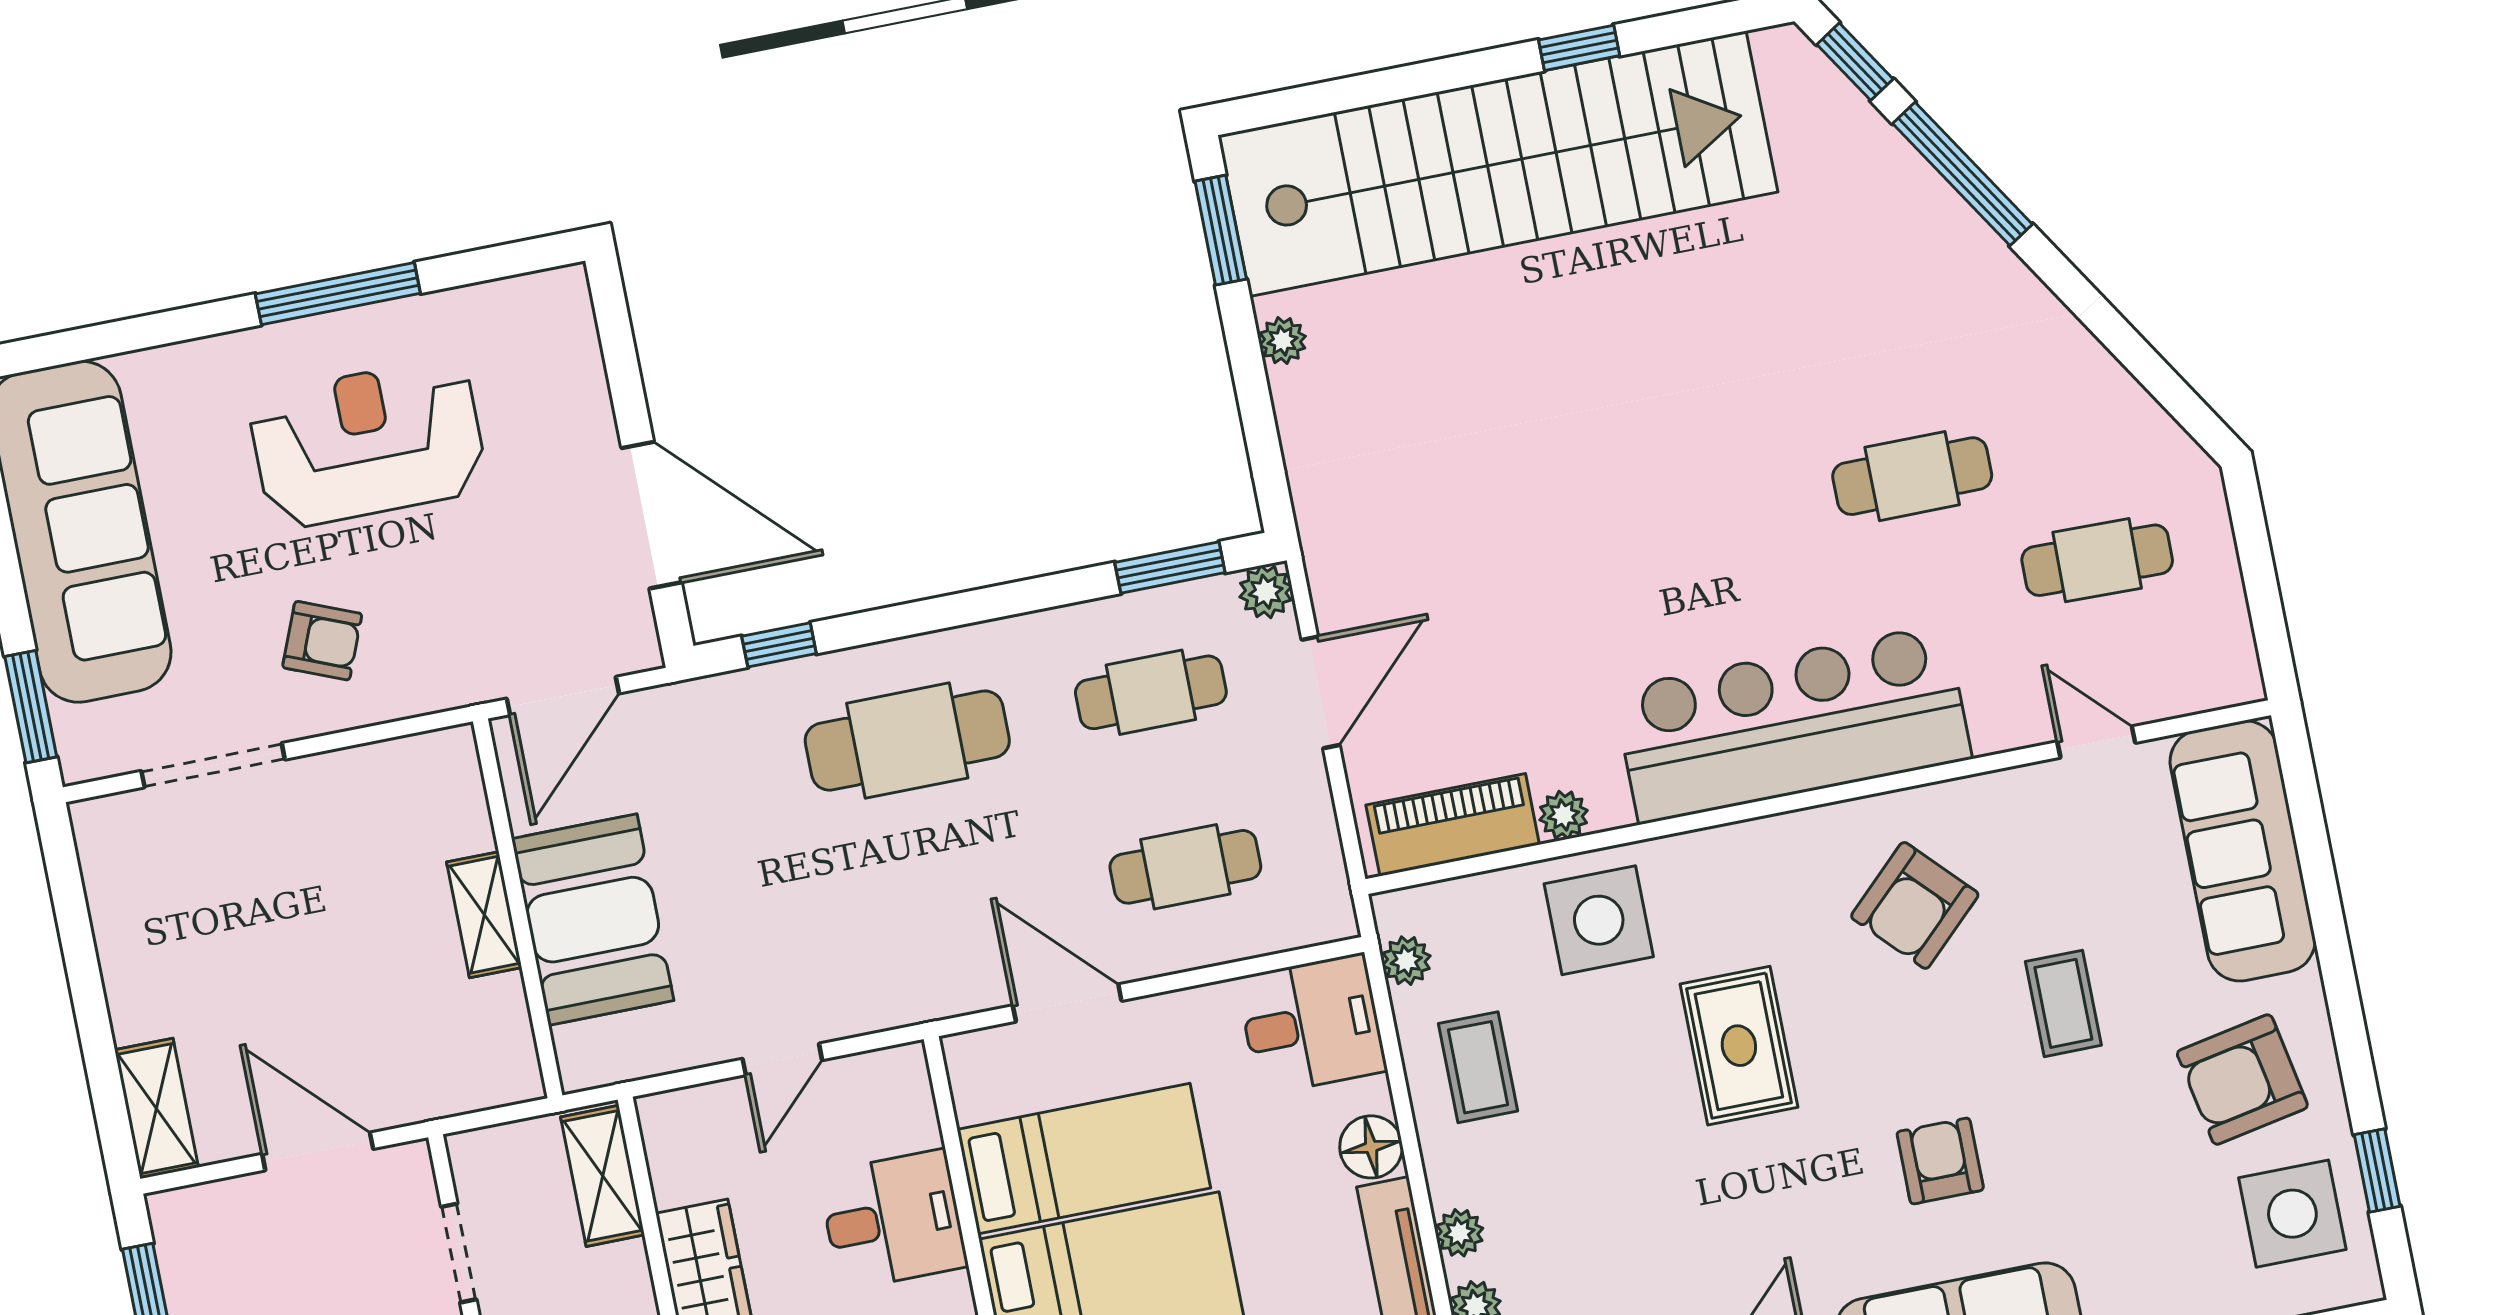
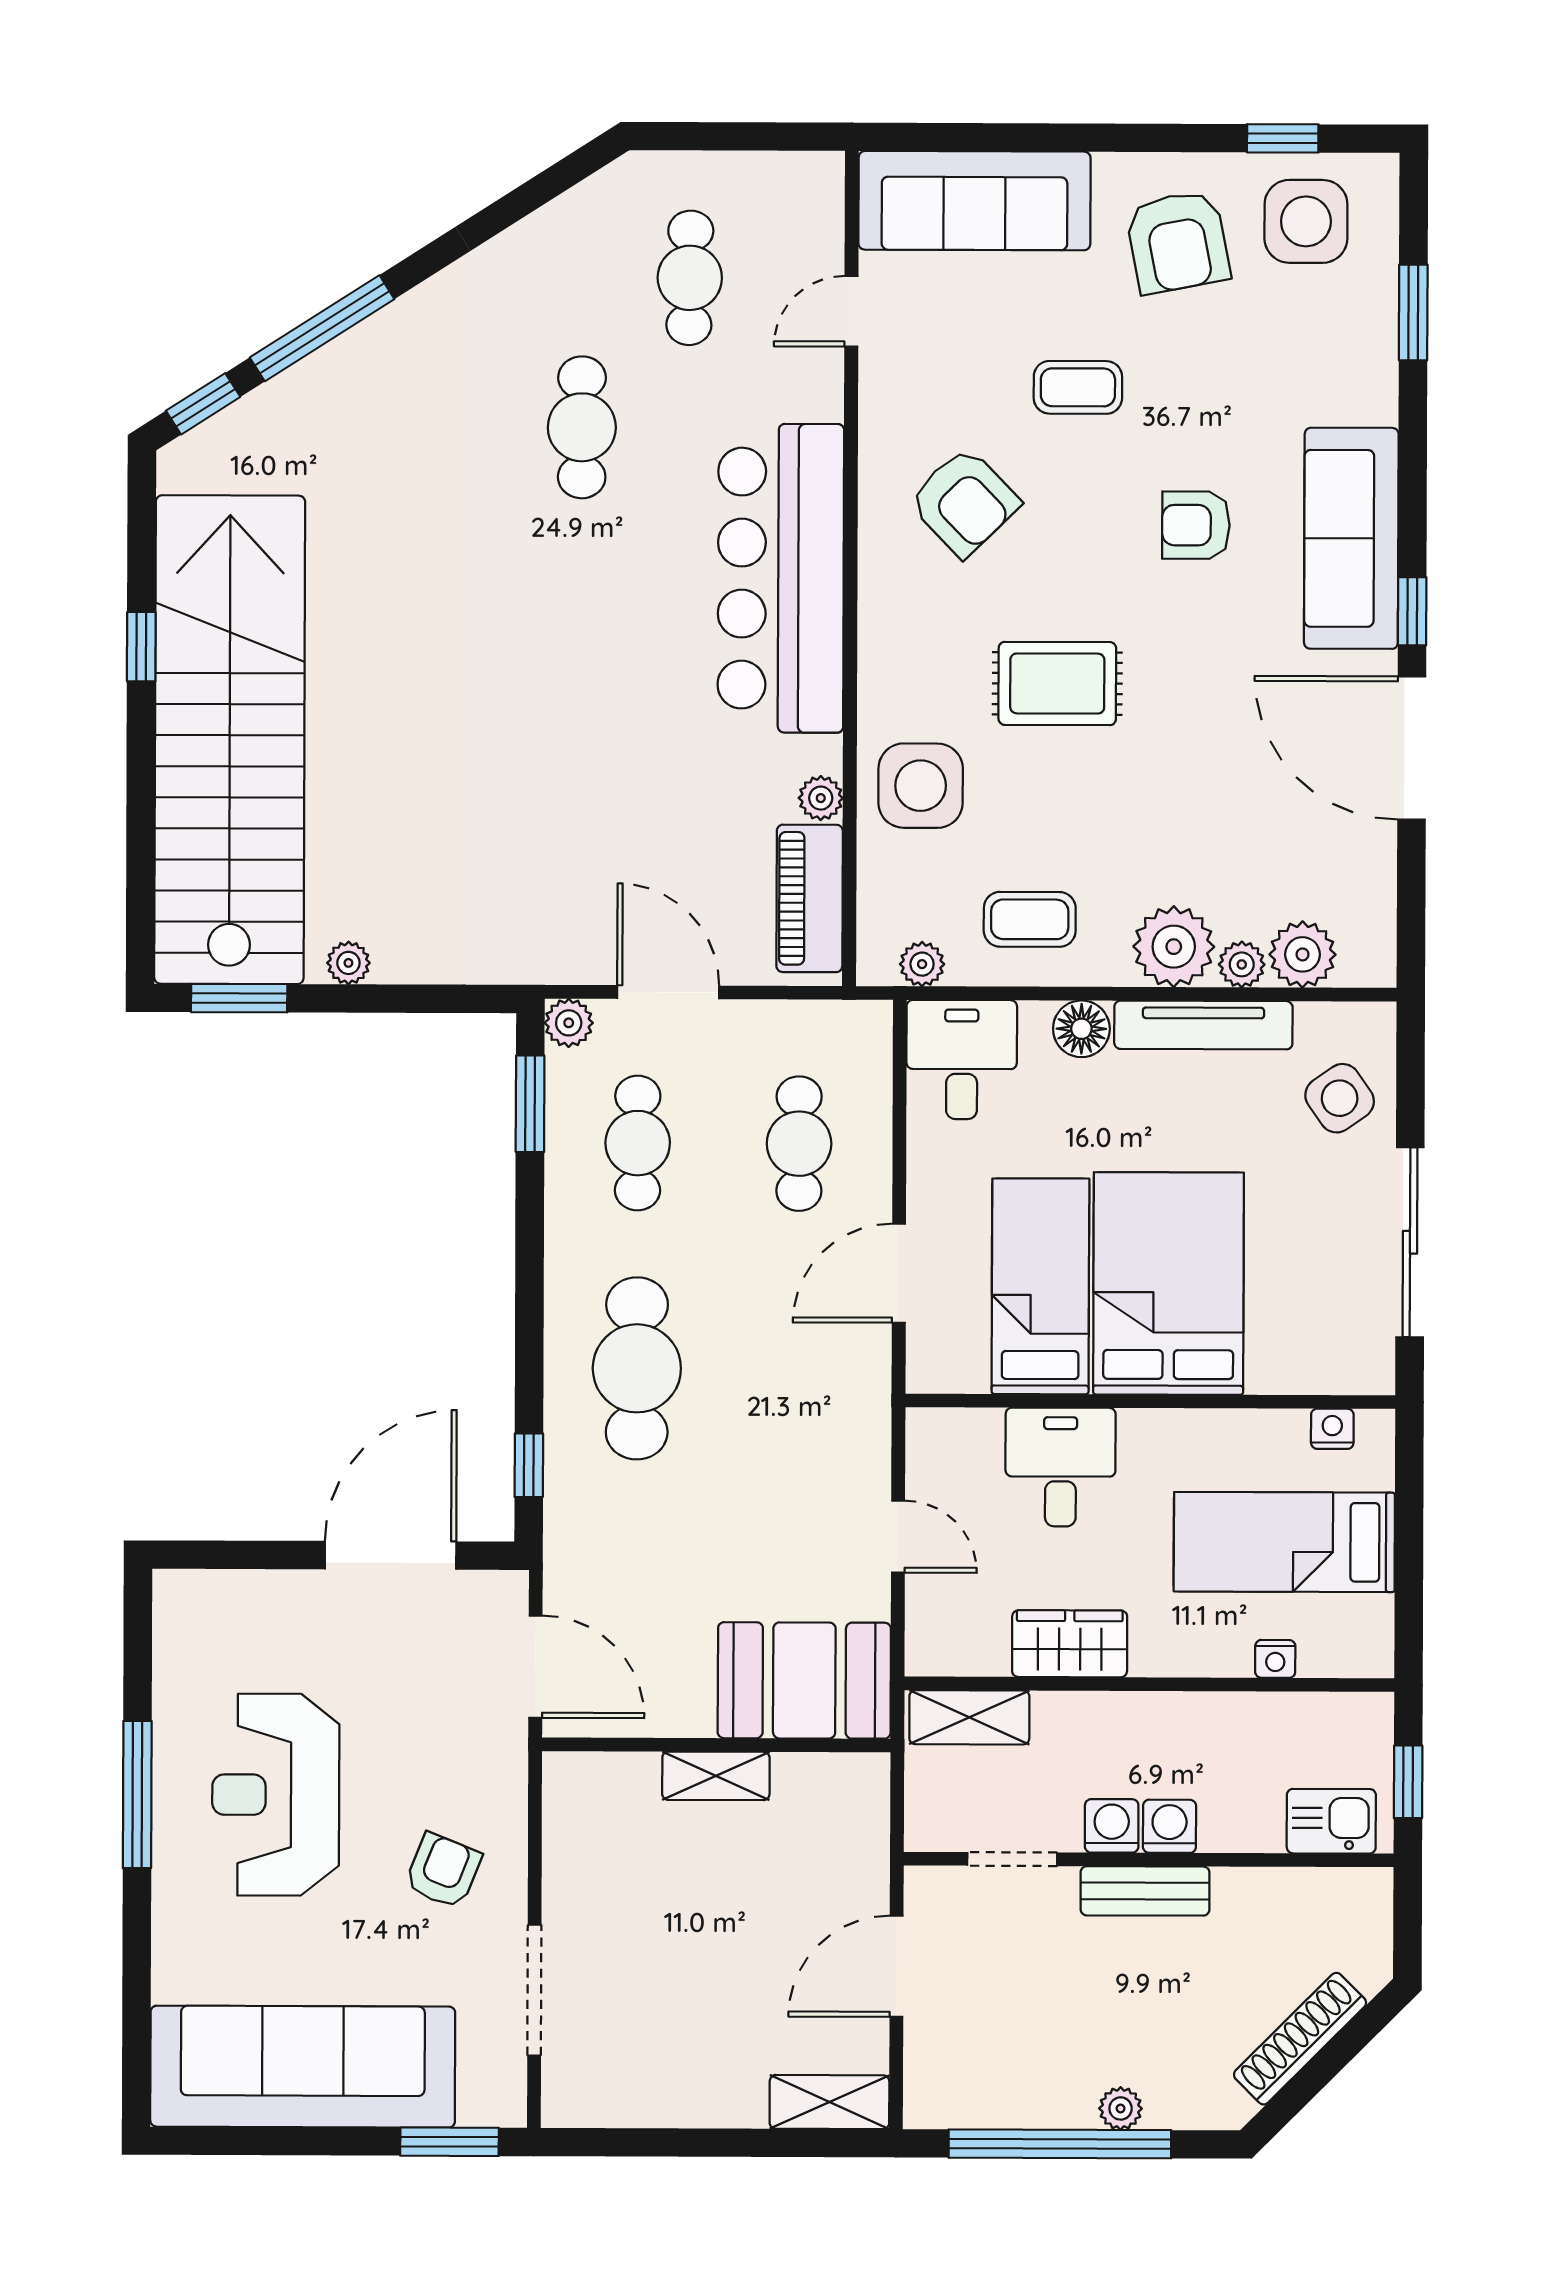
booth: (593, 920) -> (804, 1680), moved
plant: (1459, 1233) -> (1174, 947), width x1.88, depth x1.88

